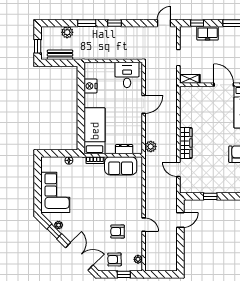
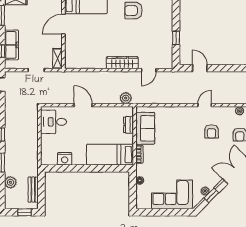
freezer: (208, 33) -> (11, 45), width x1.40

